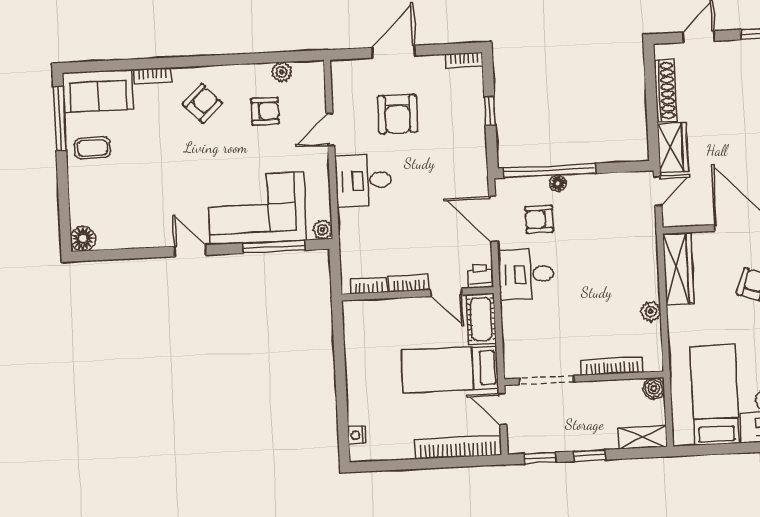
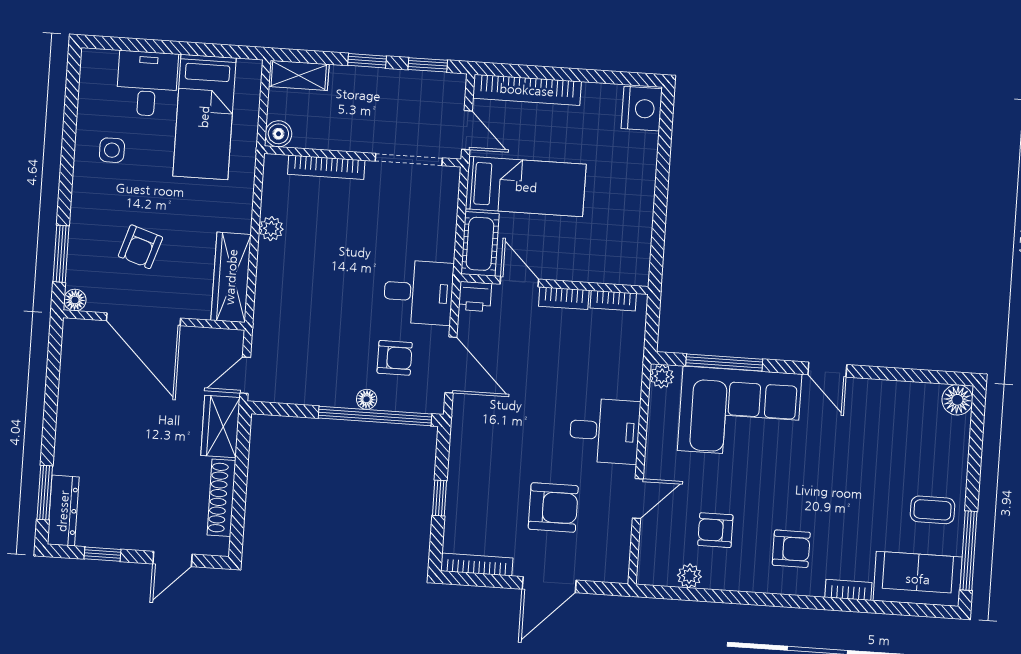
bookcase: (464, 60) -> (477, 565), width x1.56
armchair: (202, 103) -> (791, 549), turned -136
armchair: (398, 114) -> (553, 507), turned 90
nightstand: (357, 435) -> (642, 109), width x1.89, depth x1.79

